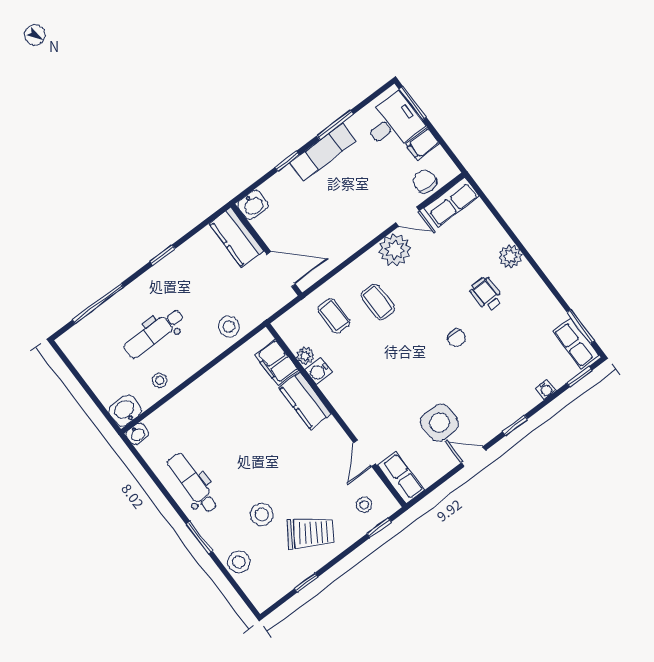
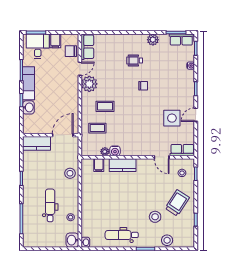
washbasin: (253, 205) -> (28, 107), moved
plant: (510, 256) -> (153, 40), moved
dental chair: (154, 333) -> (50, 205), turned 180
filing cabinet: (277, 362) -> (99, 165), width x0.50

